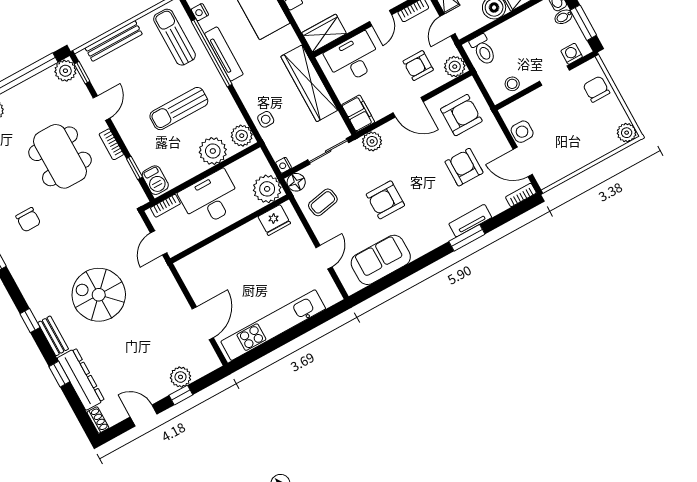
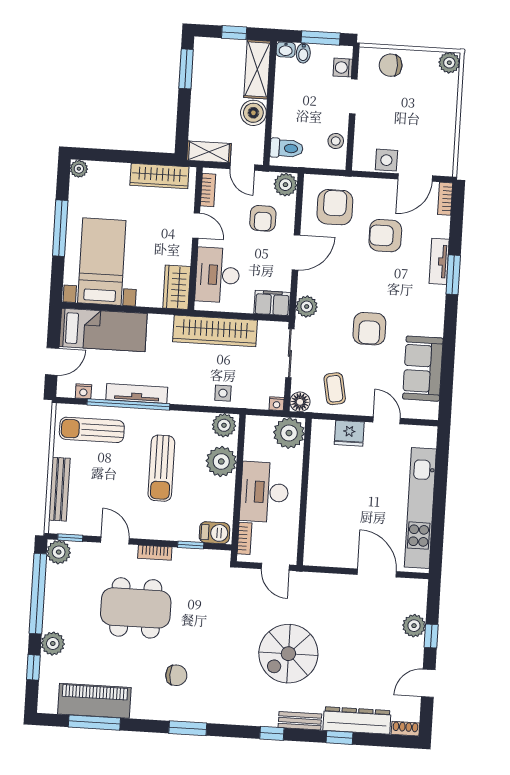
fridge: (274, 220) -> (349, 433), moved, turned 90

